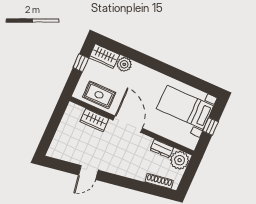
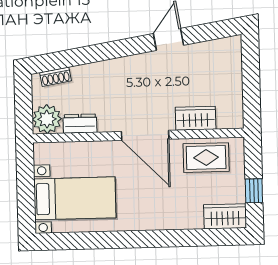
plant: (124, 64) -> (191, 218), removed
window: (210, 126) -> (26, 188), removed
shoe rack: (159, 181) -> (55, 77), width x0.70

